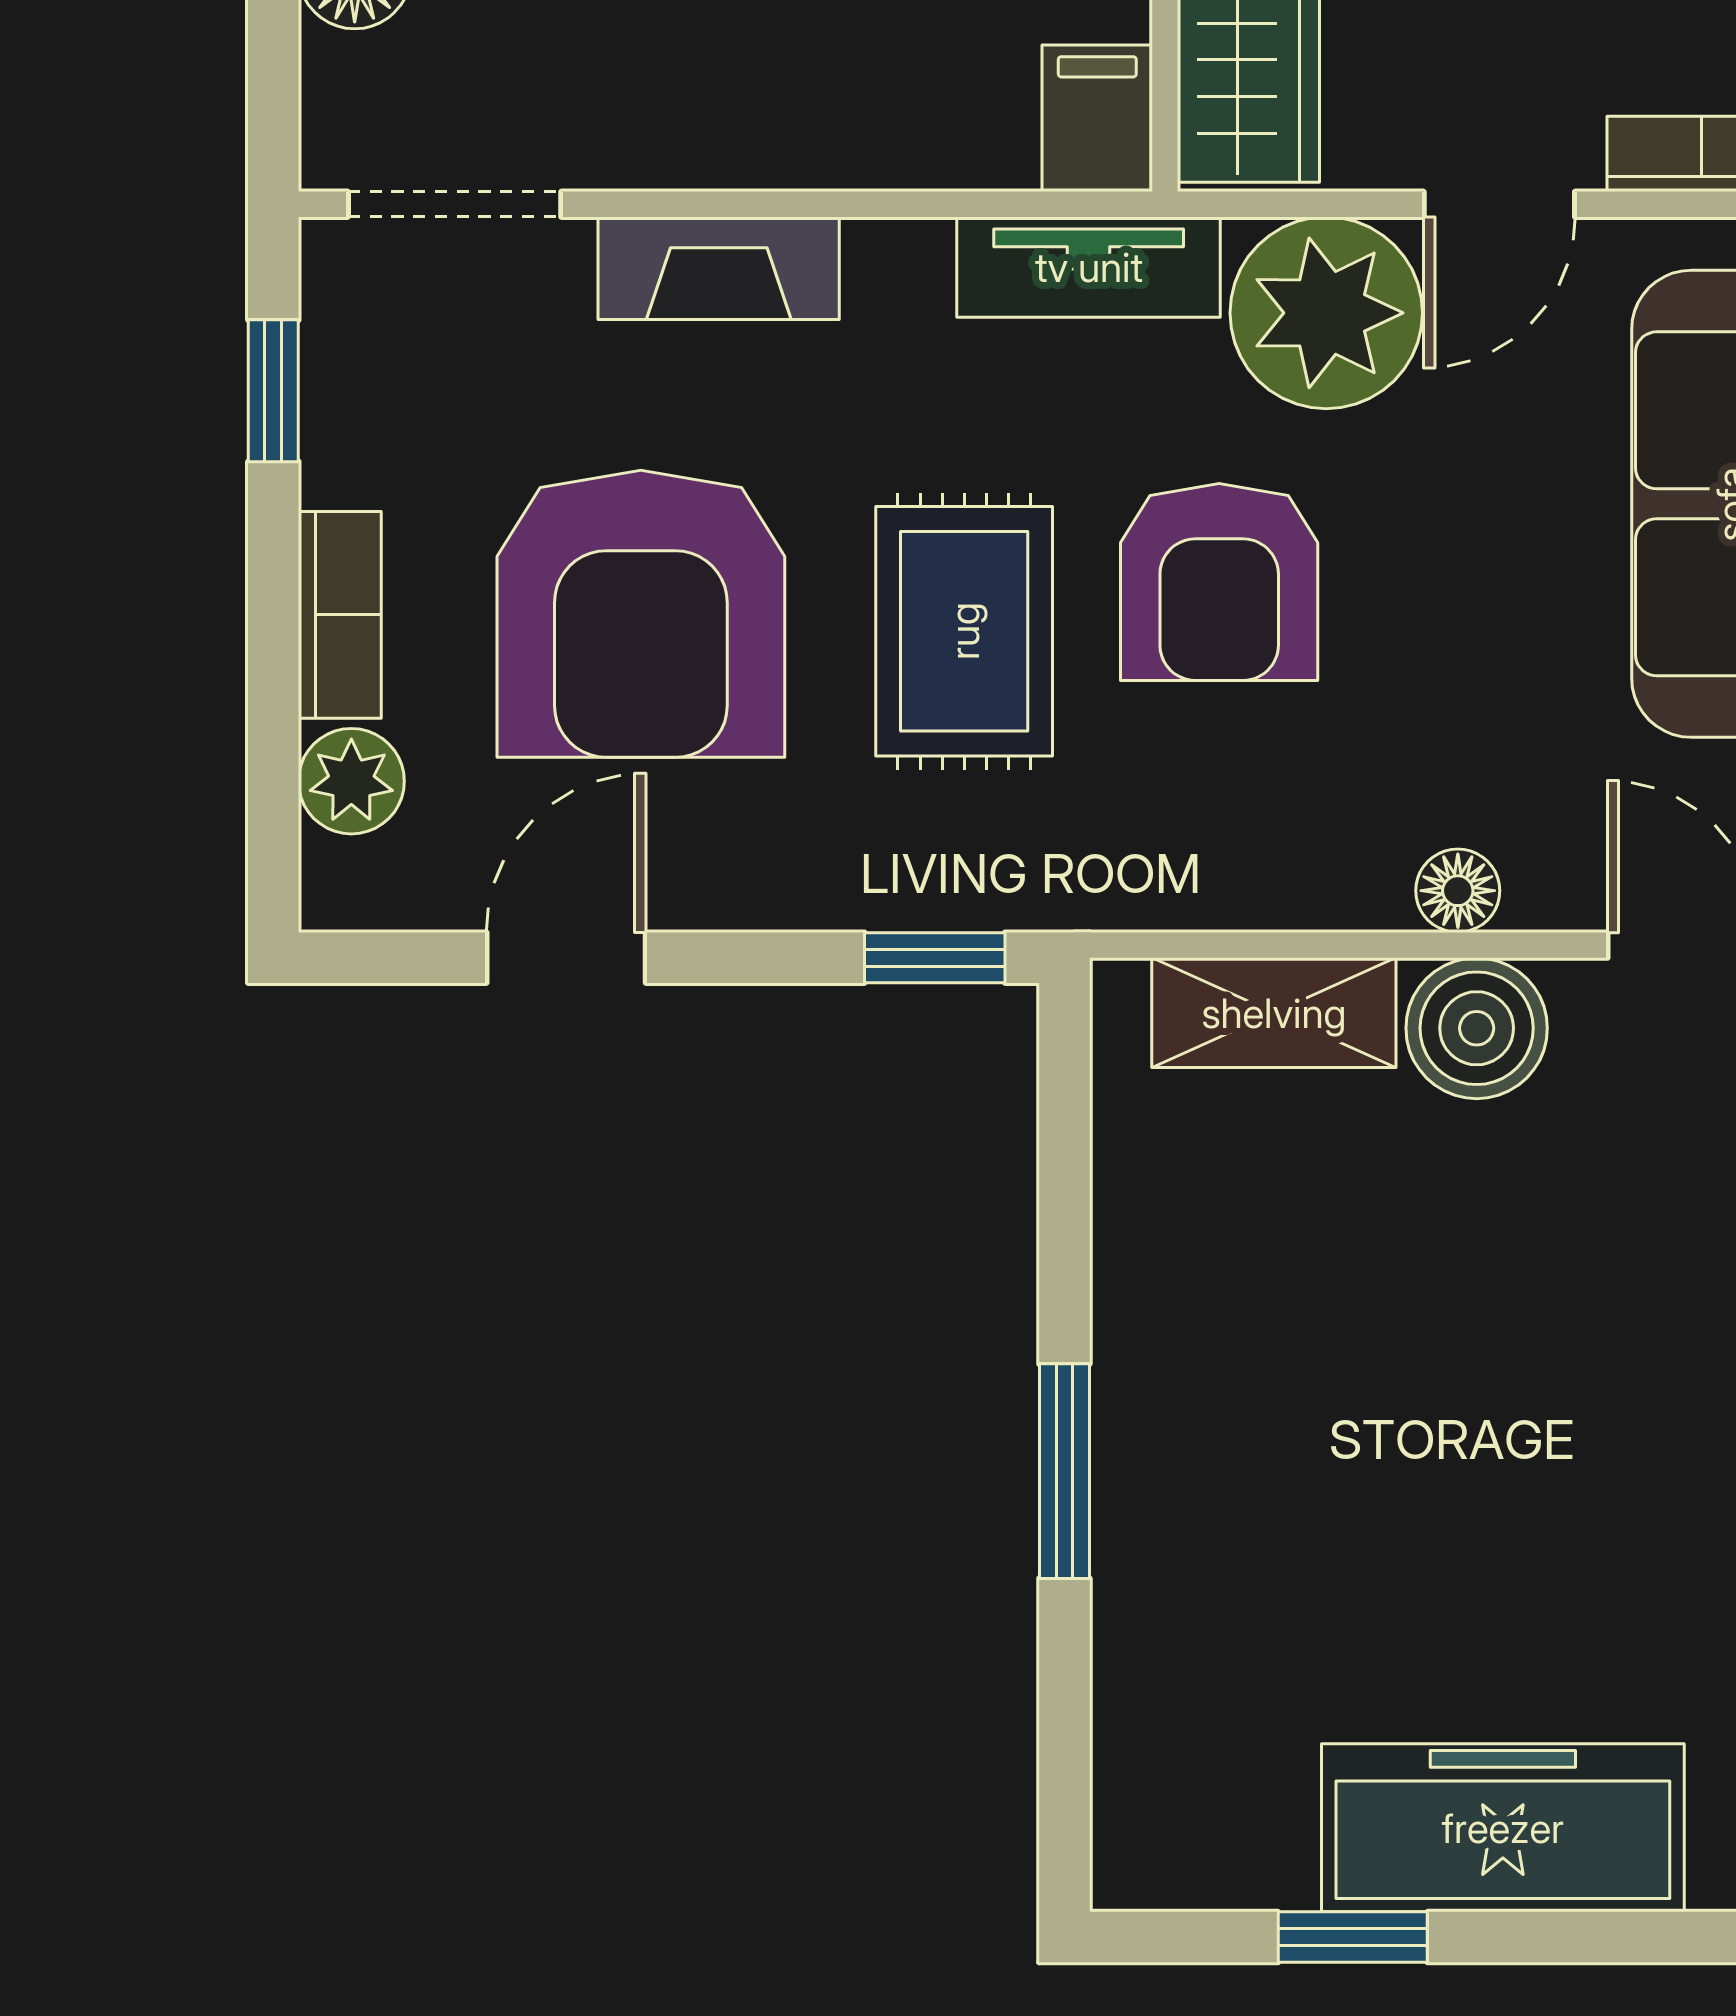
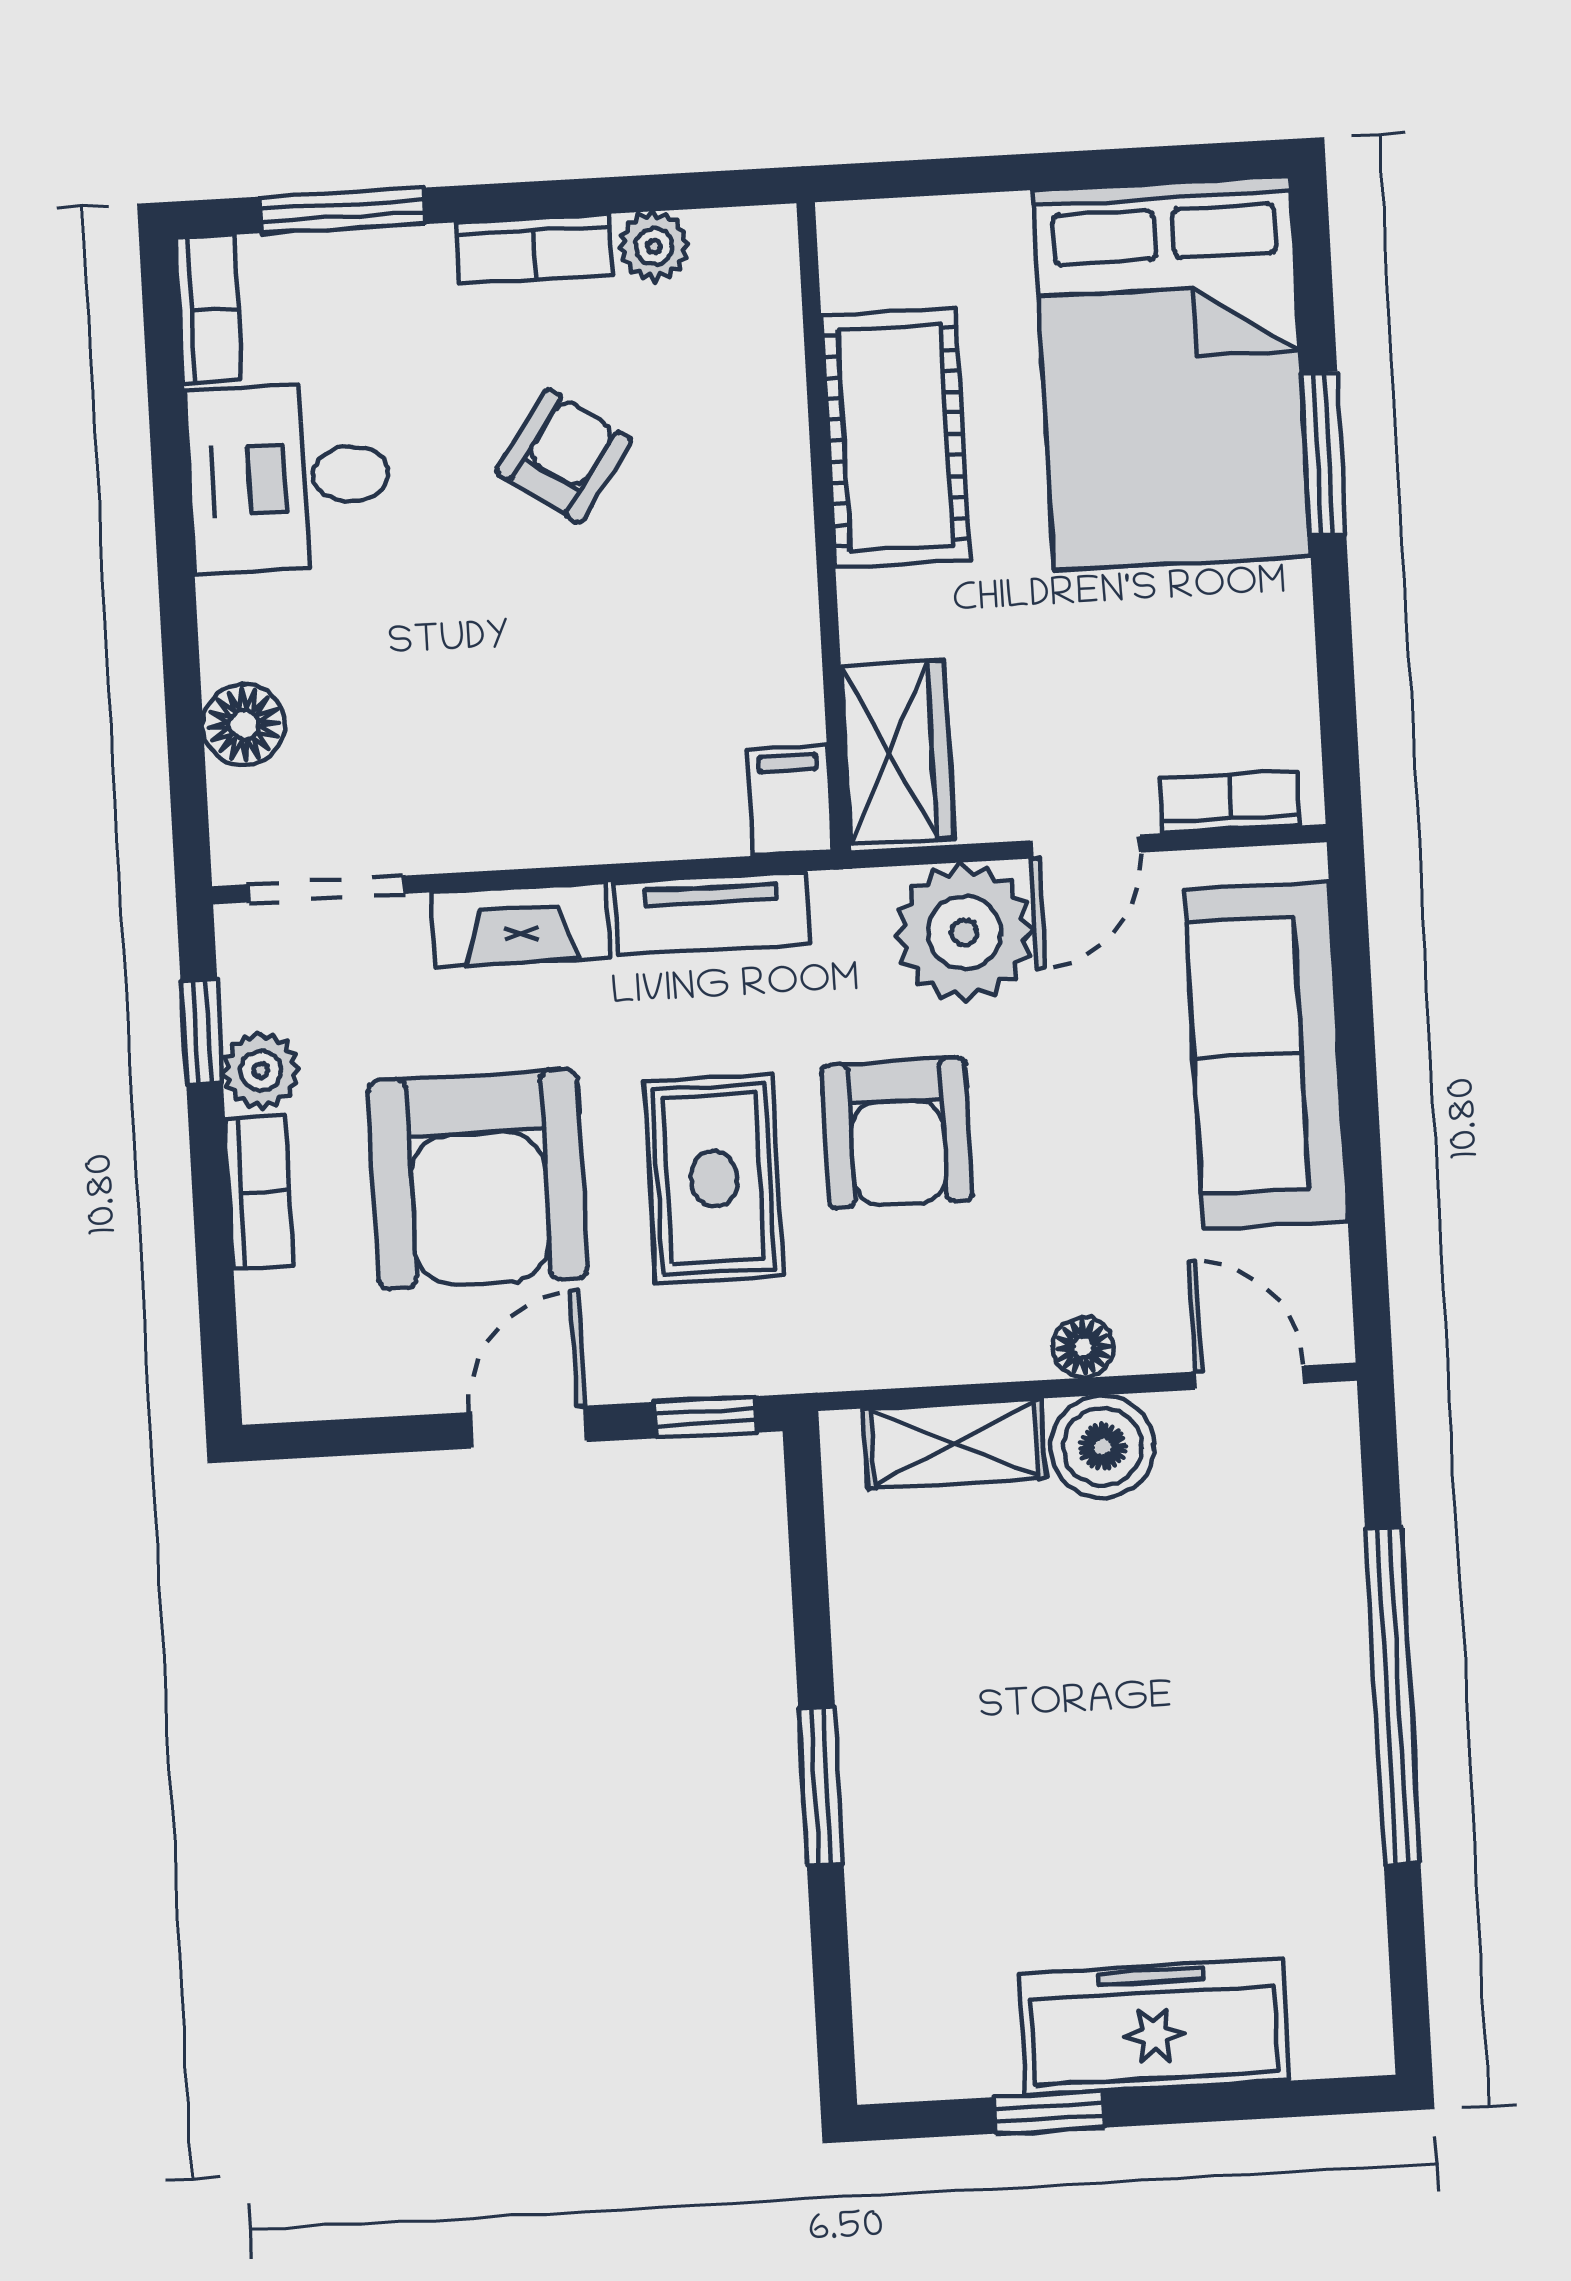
tv unit: (1089, 267) -> (711, 913), moved
plant: (351, 781) -> (261, 1071), moved
door: (566, 958) -> (528, 1427), moved

